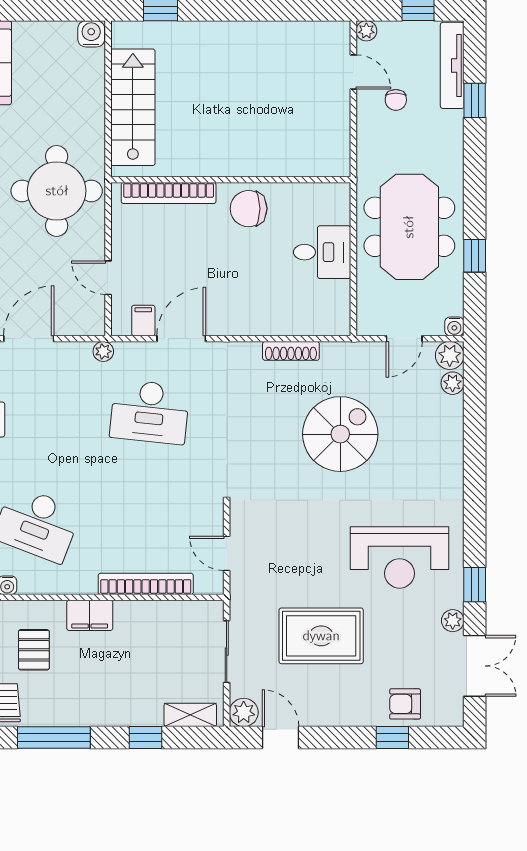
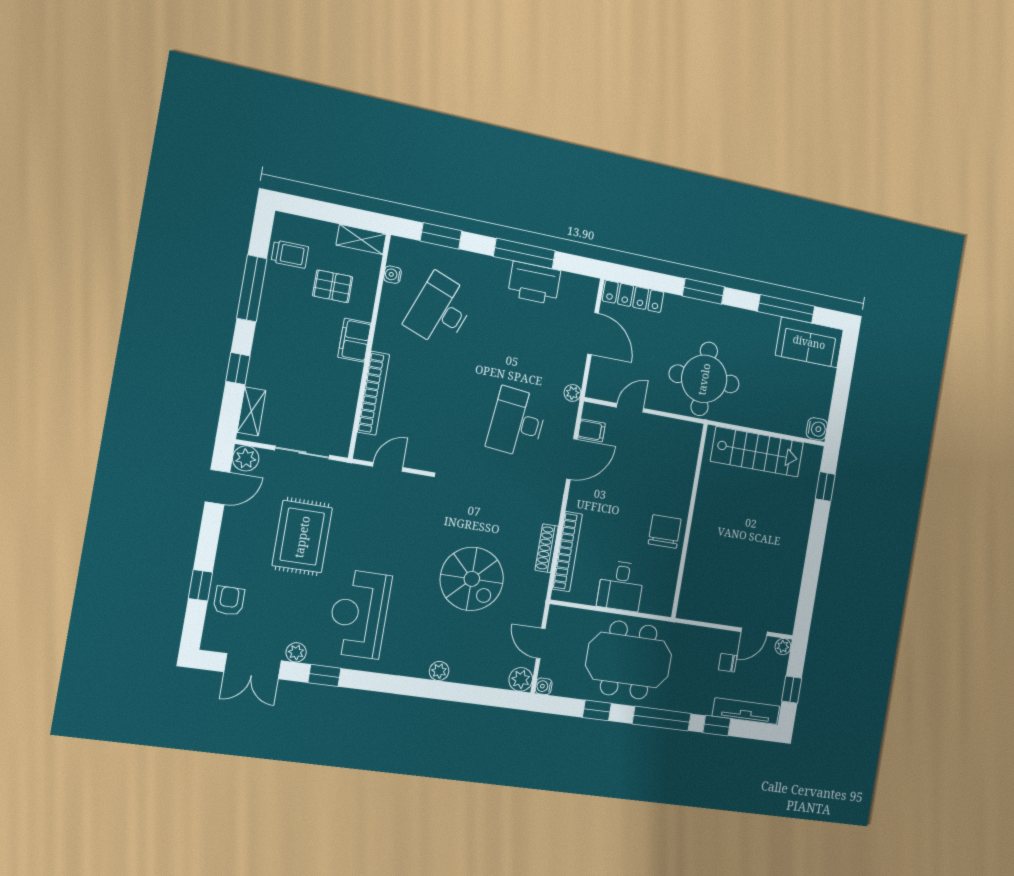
window: (475, 173) -> (662, 719), added
bookcase: (169, 193) -> (567, 552), moved, turned 180
door: (181, 339) -> (572, 459), hinge flipped
plant: (453, 383) -> (439, 671), moved

